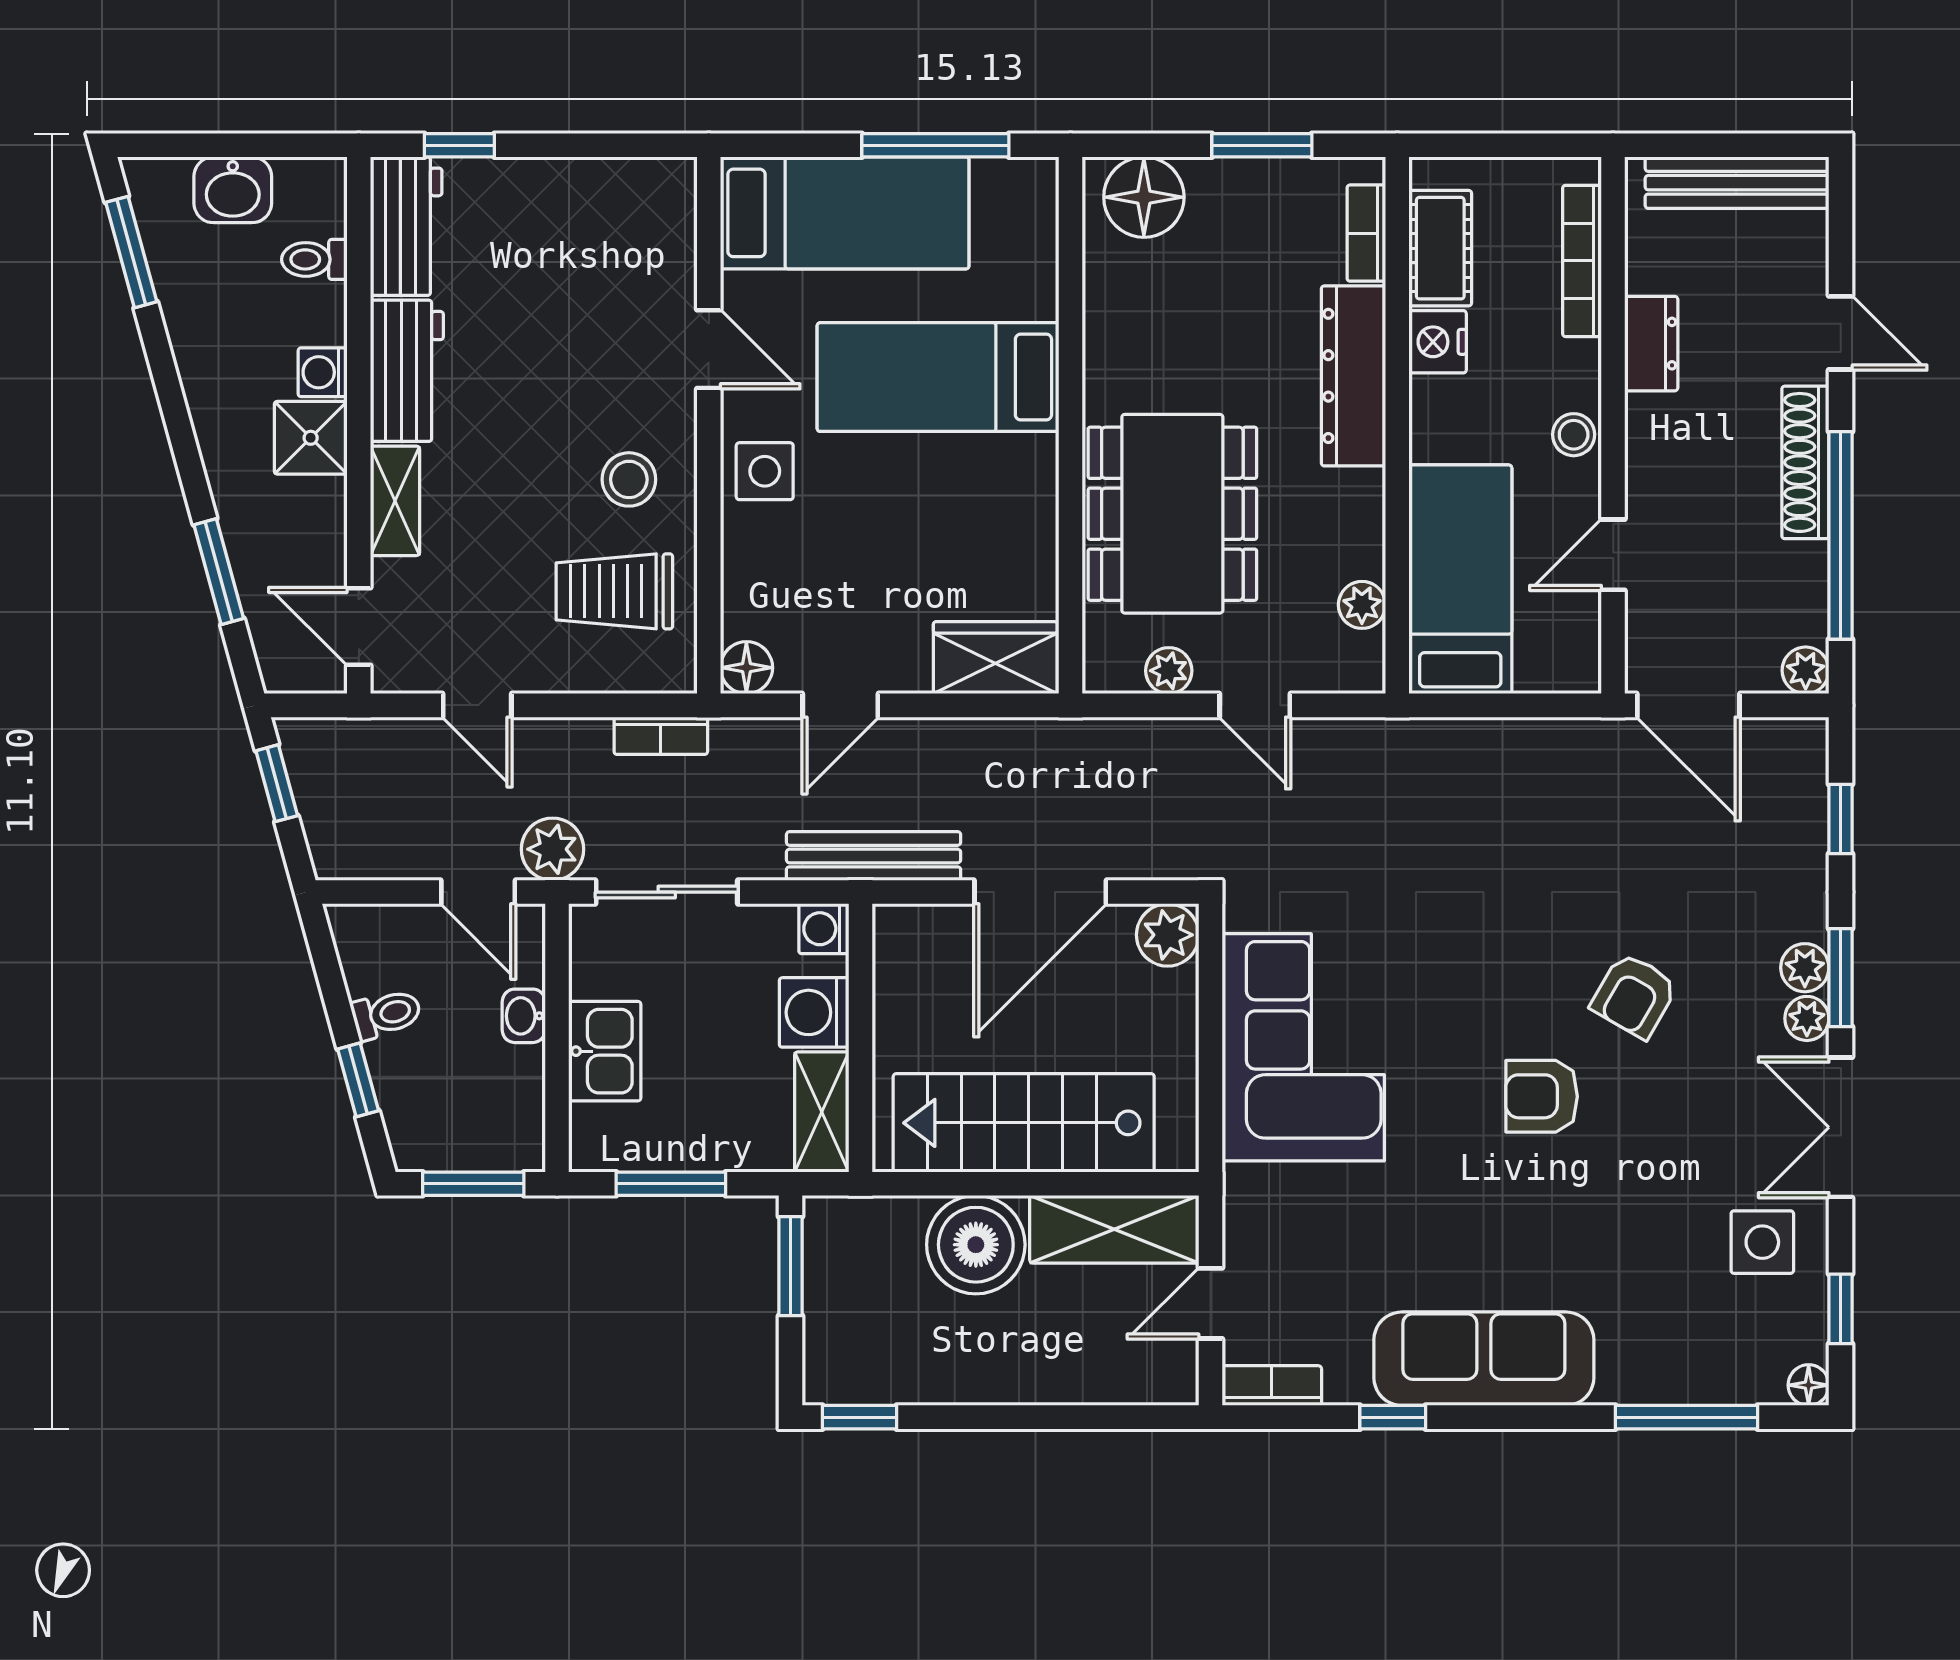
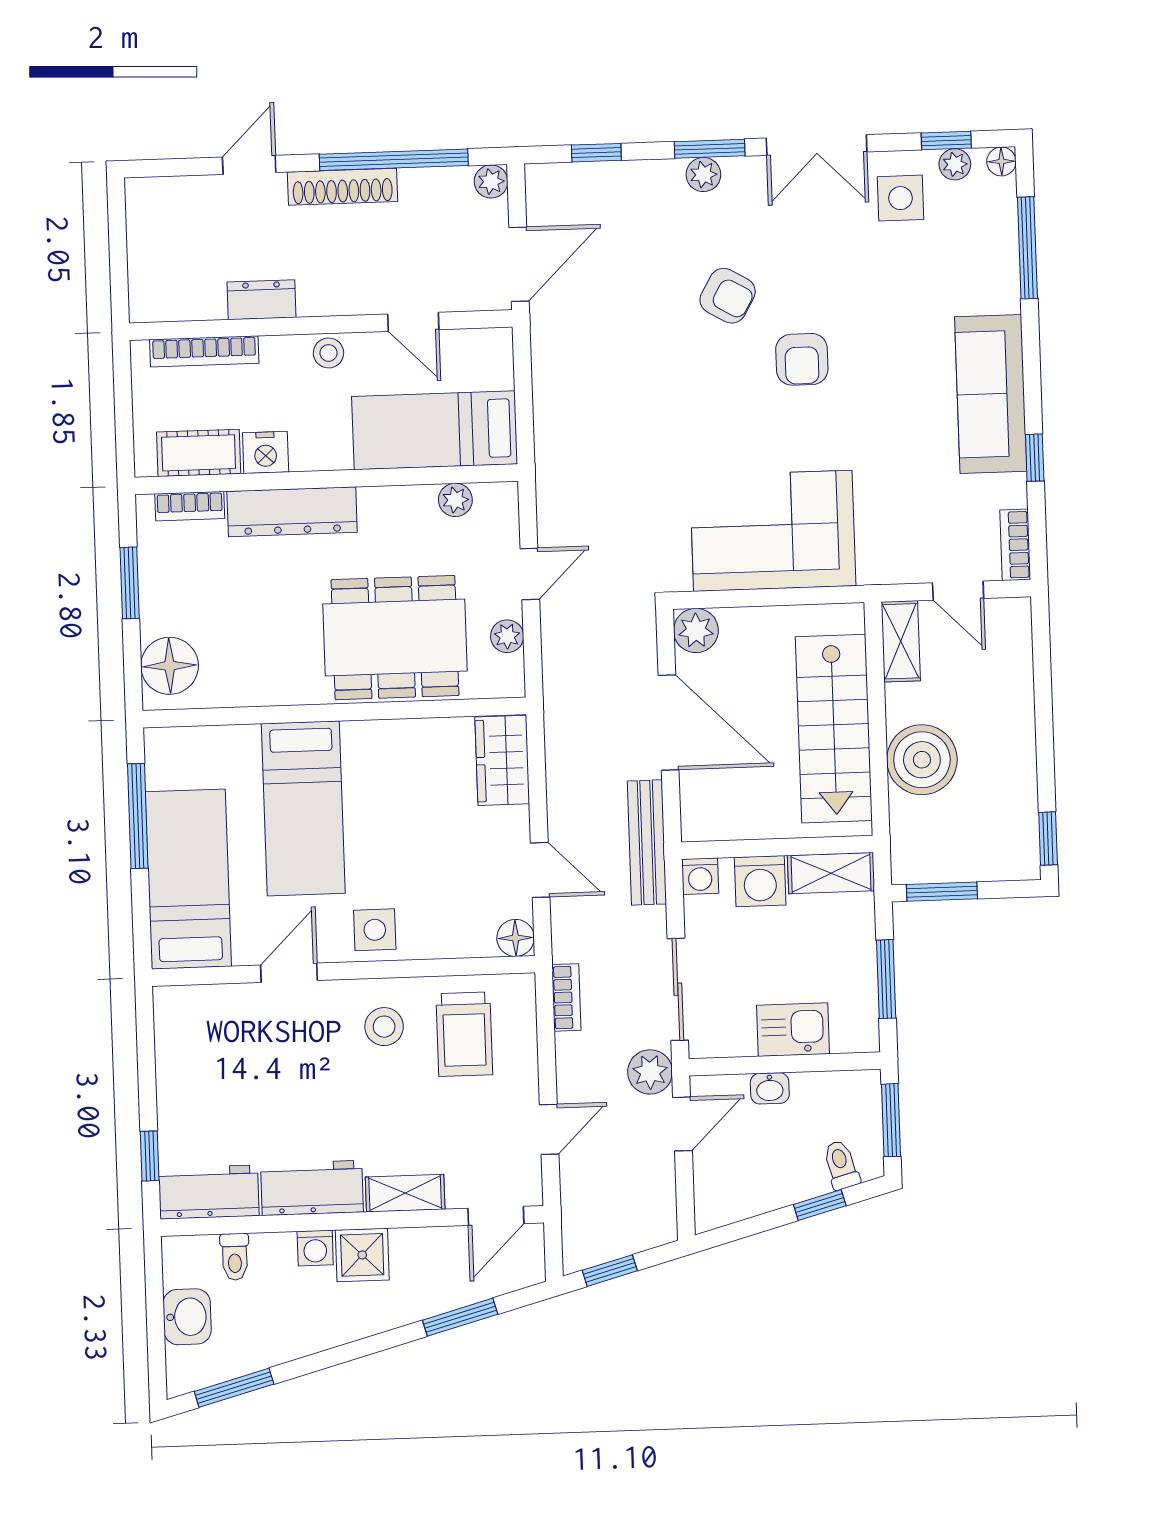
bench: (1737, 183) -> (144, 243), removed
toilet: (386, 1014) -> (841, 1165), moved
plant: (1807, 1018) -> (955, 164), moved
shelving: (1114, 1229) -> (901, 641), width x0.67, depth x0.75

